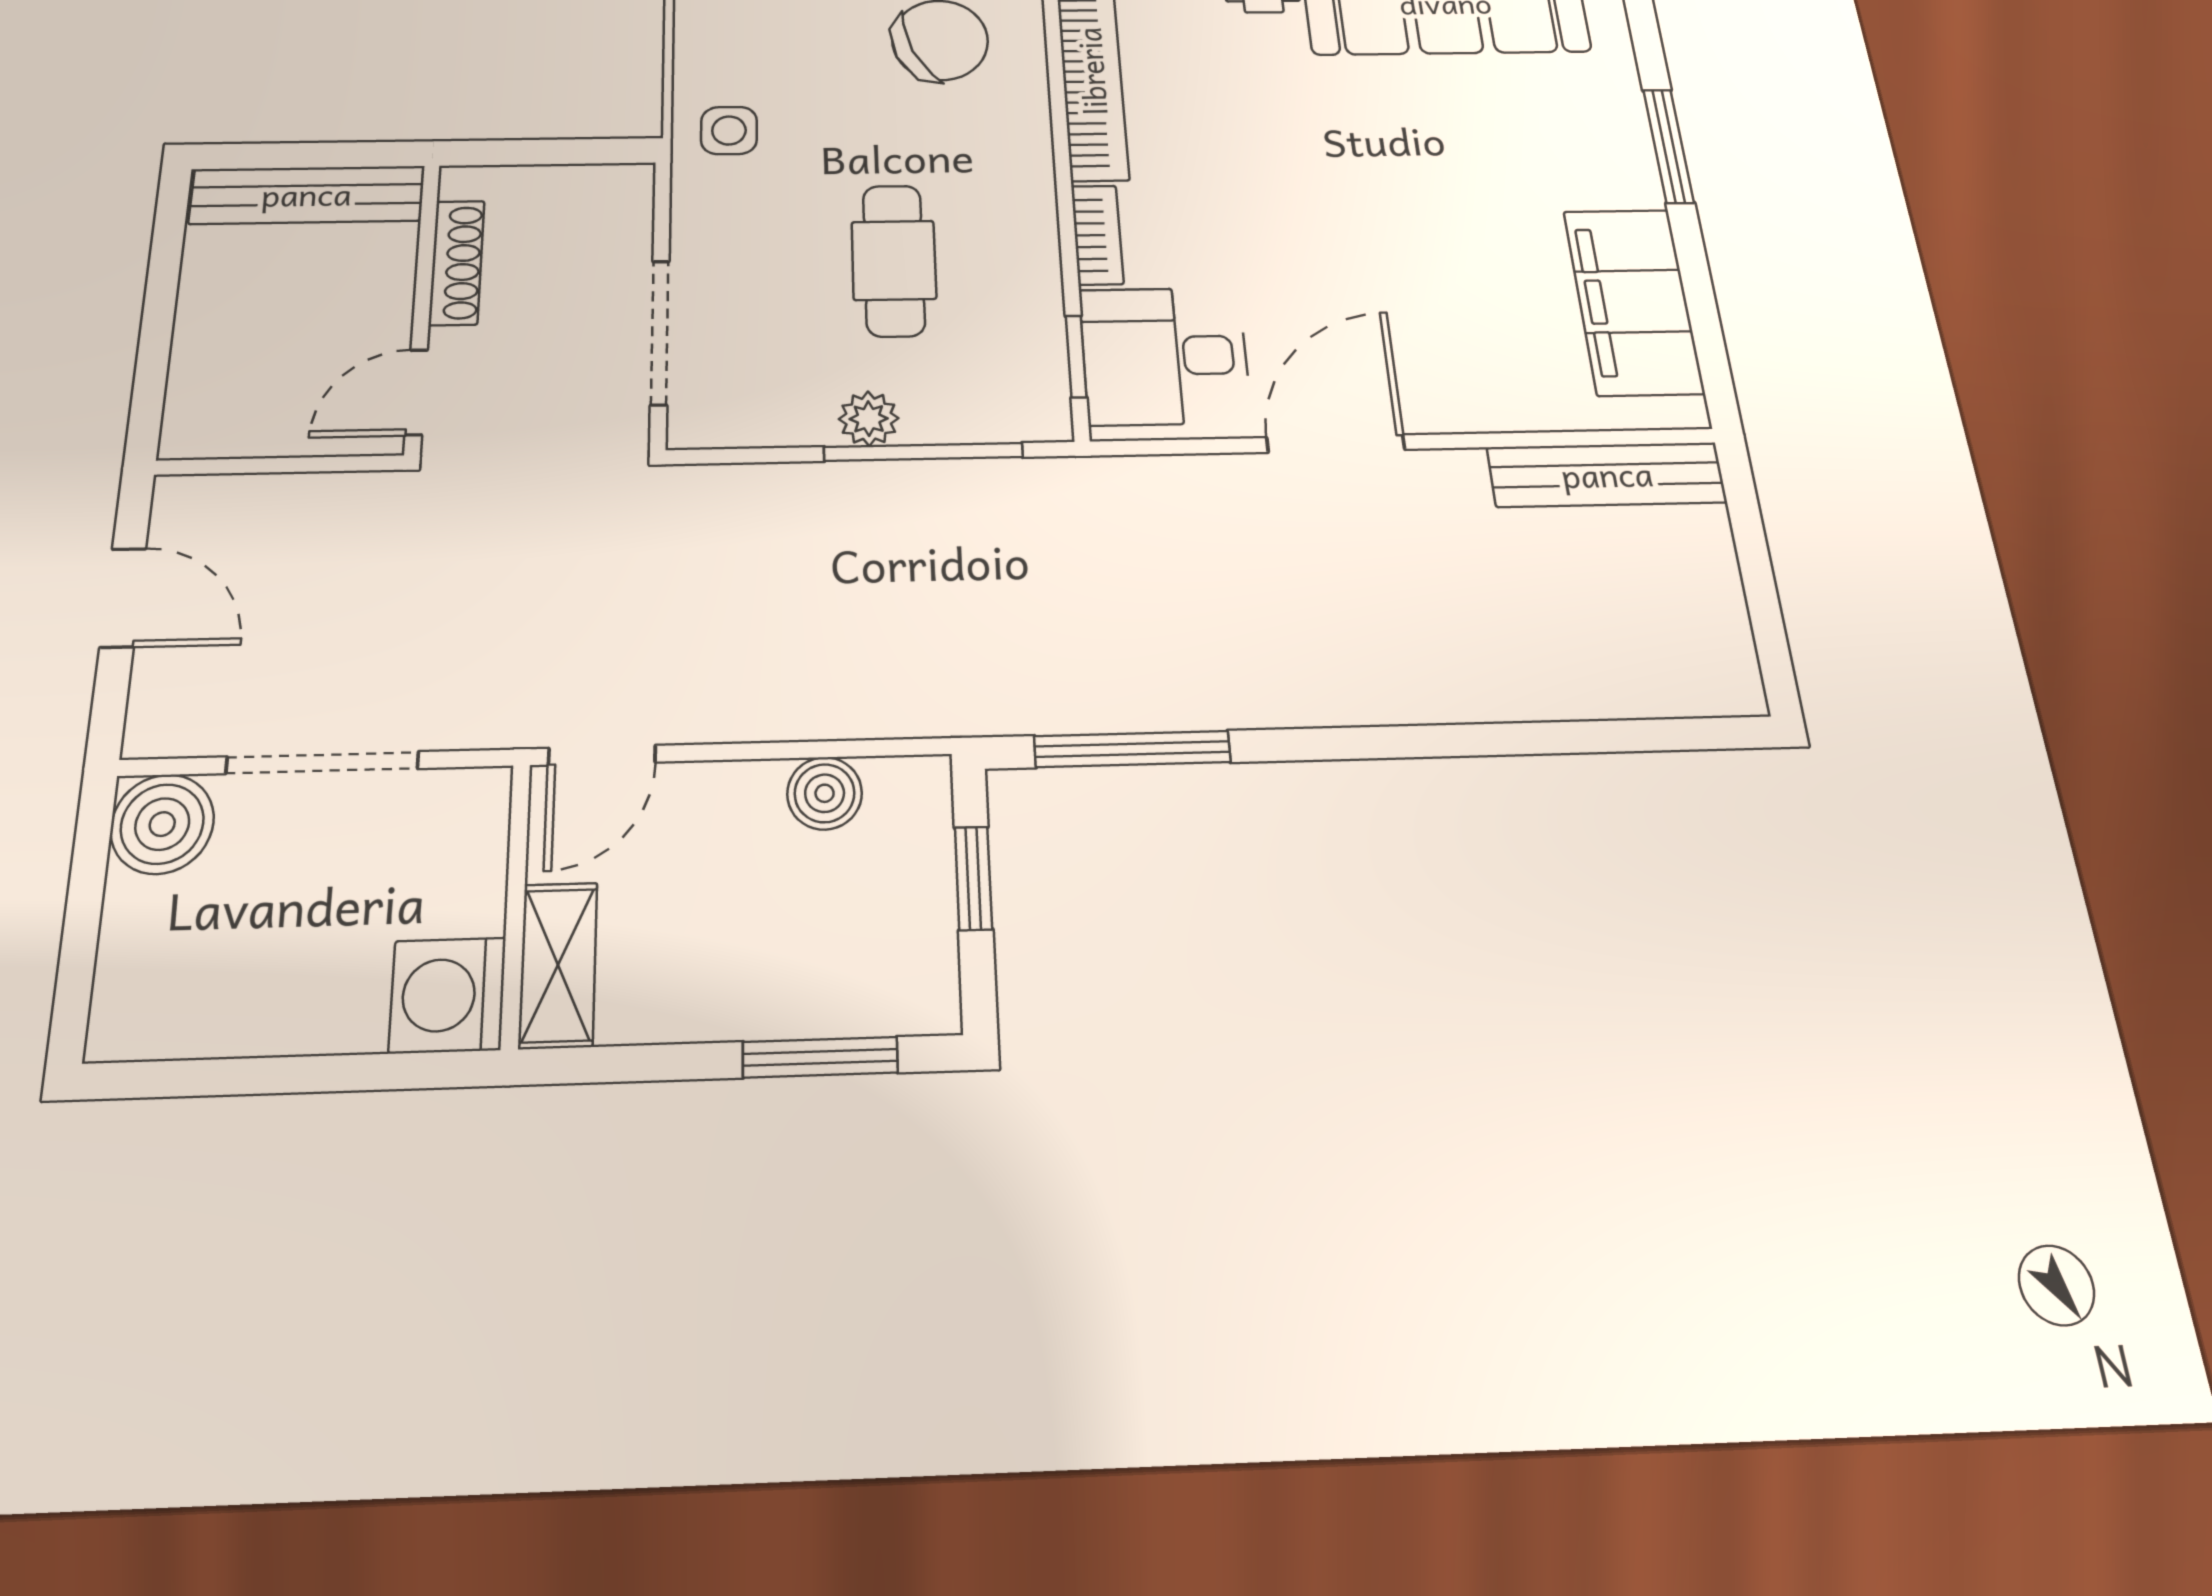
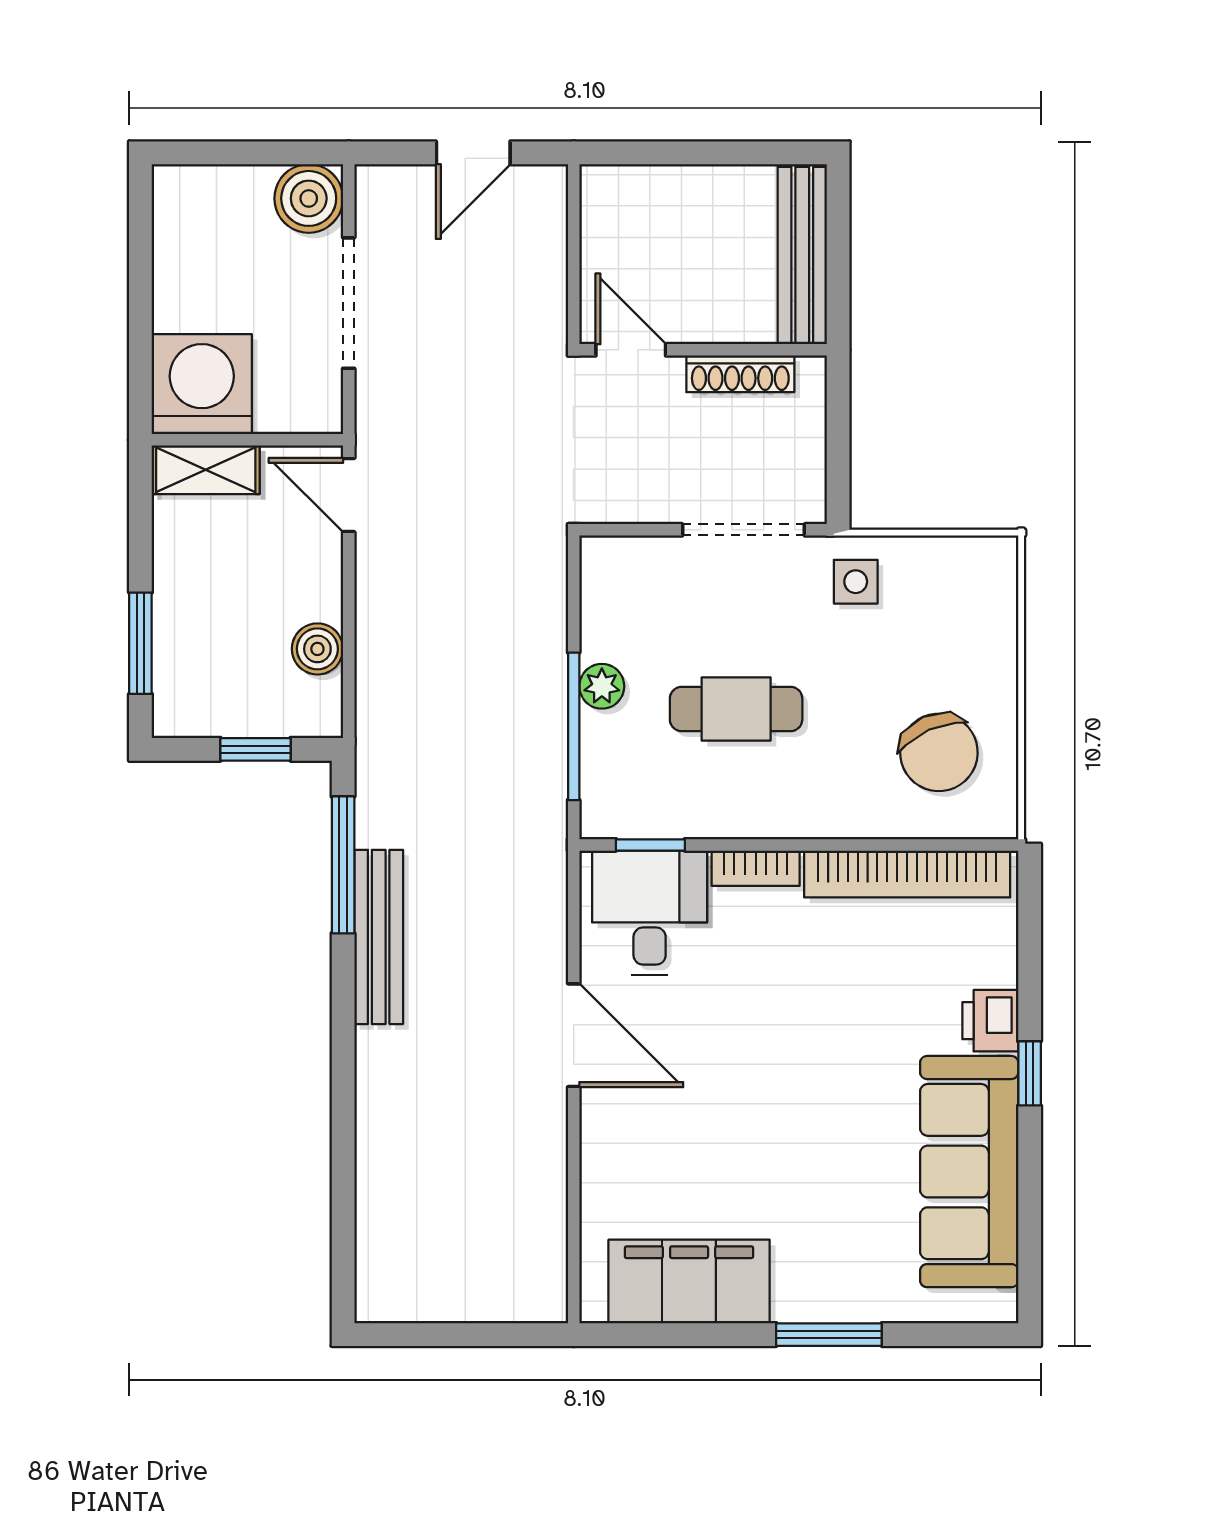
doorway: (660, 332) -> (744, 530), moved
bench: (1607, 475) -> (379, 937), moved
washing machine: (448, 995) -> (202, 384), width x1.37, depth x1.37

